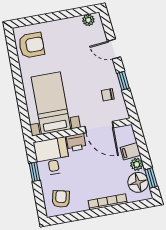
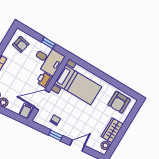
wardrobe: (67, 27) -> (112, 130), added
filing cabinet: (130, 151) -> (26, 111), moved

